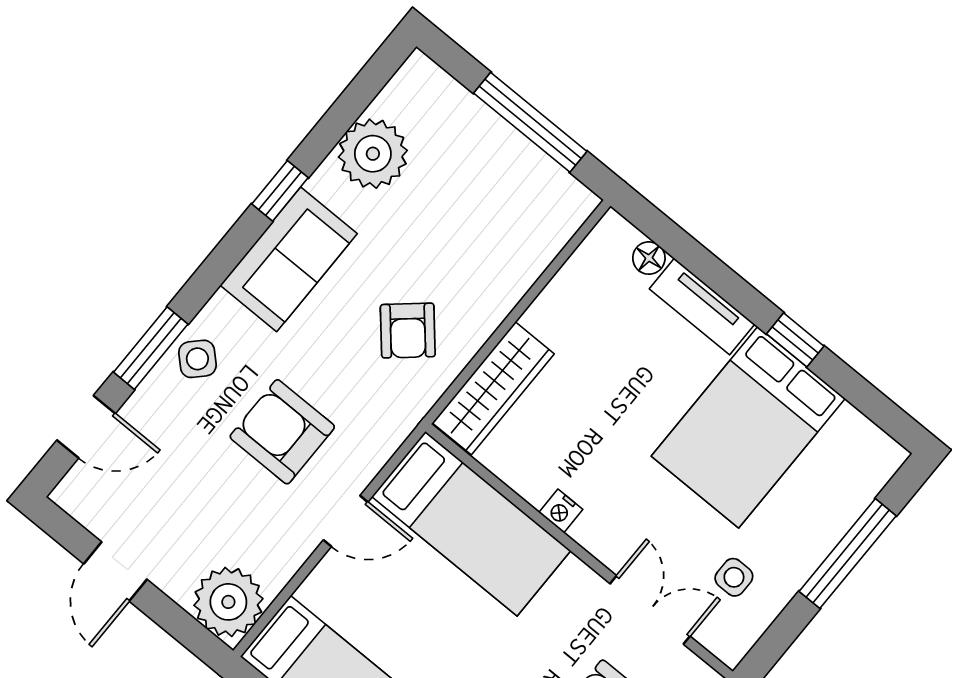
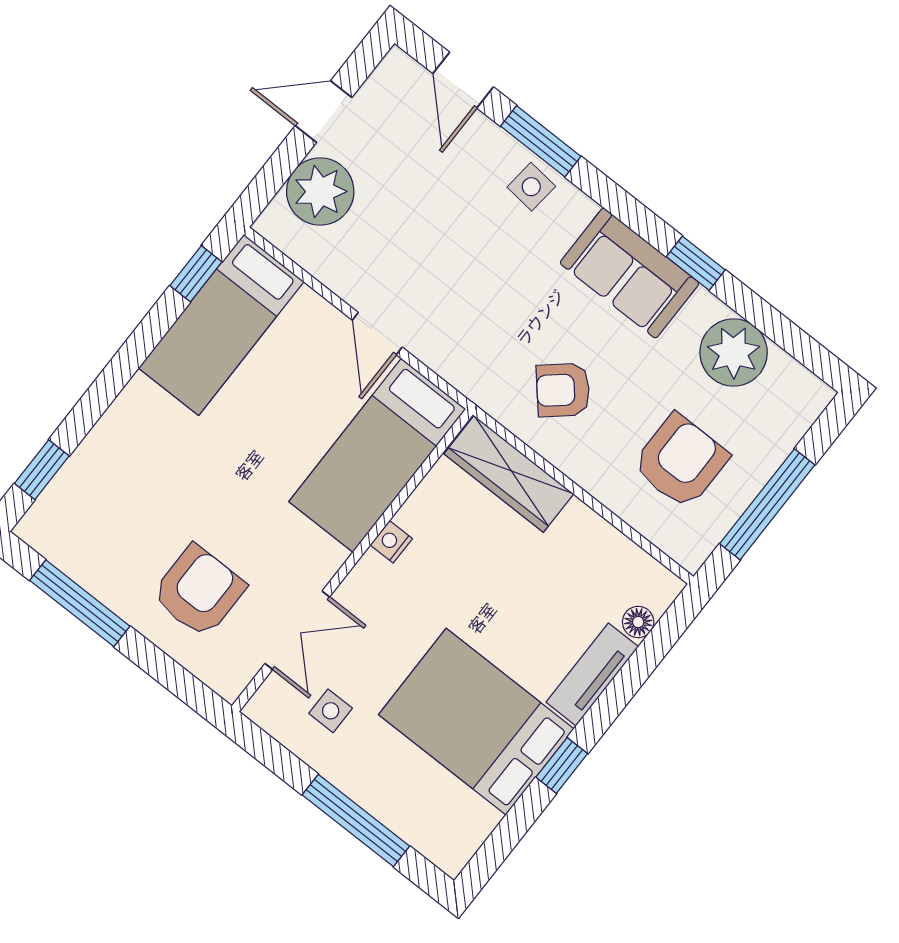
side table: (197, 359) -> (531, 187), turned -38
armchair: (282, 432) -> (680, 461), moved
plant: (228, 602) -> (320, 191), moved

